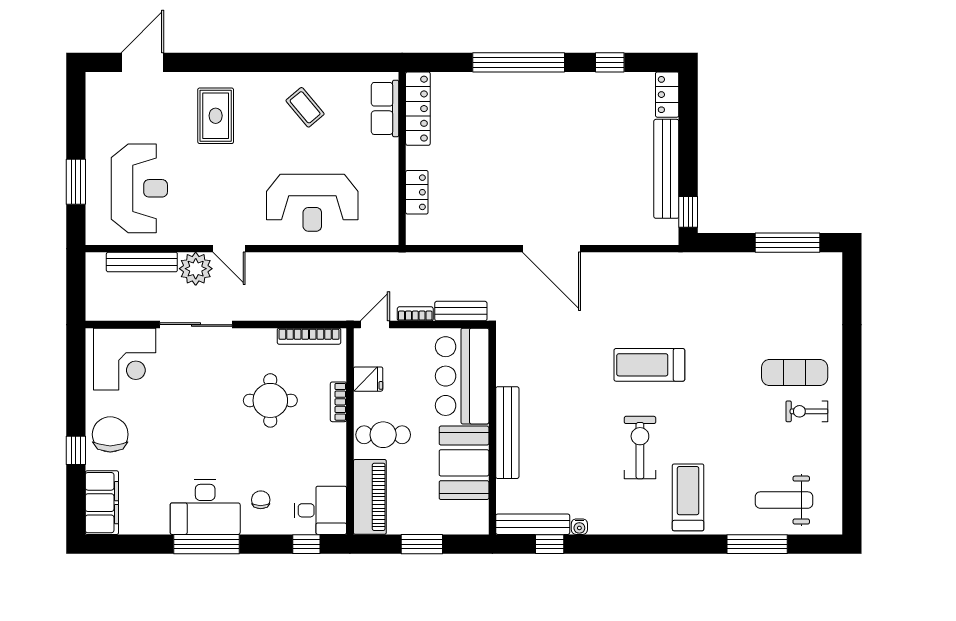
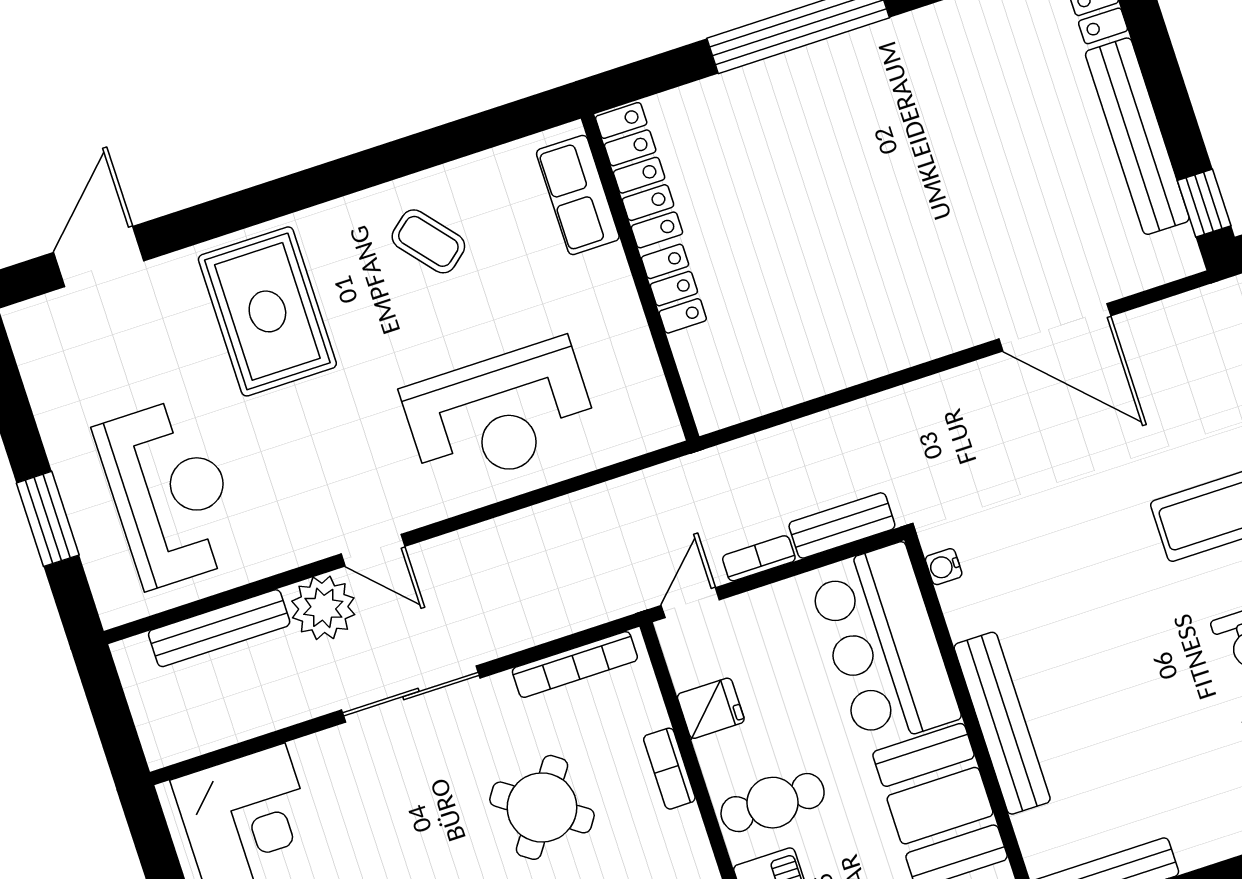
rug: (216, 116) -> (267, 311), width x1.36, depth x1.43
locker: (417, 192) -> (674, 289), moved
door: (552, 249) -> (1055, 327), moved
sliding door: (196, 325) -> (411, 694), moved
round table: (270, 400) -> (542, 807), turned 35
water cooler: (579, 527) -> (944, 567), moved, turned 90

